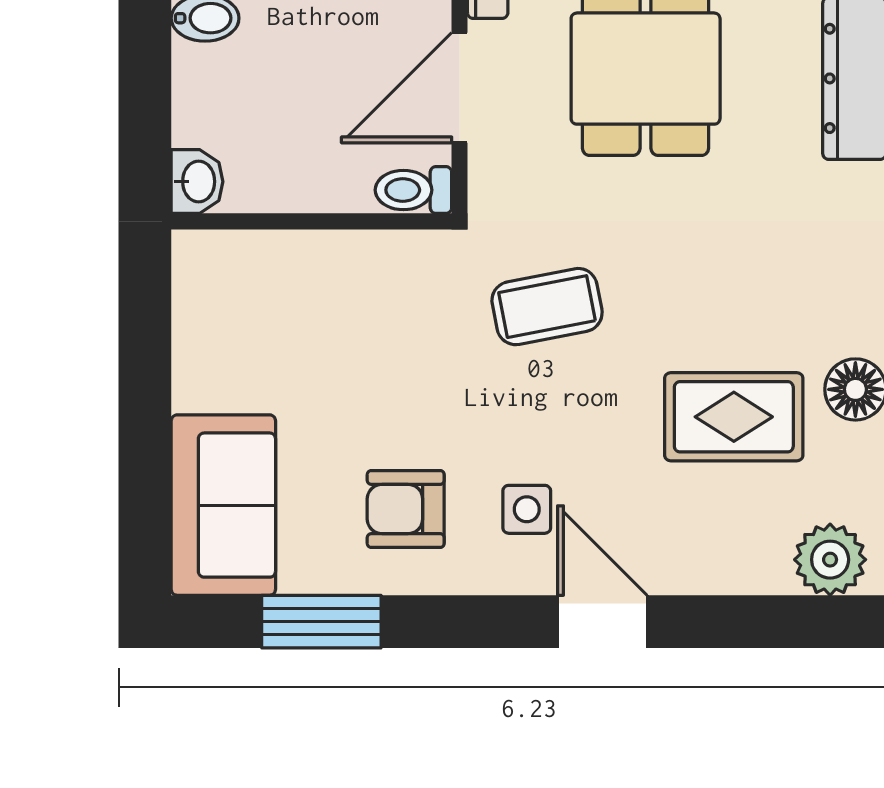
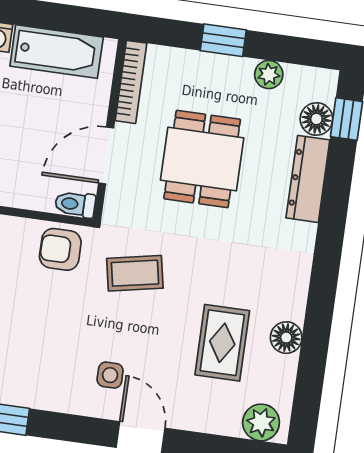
rug: (734, 417) -> (222, 343), turned 90
armchair: (406, 509) -> (60, 249), moved

